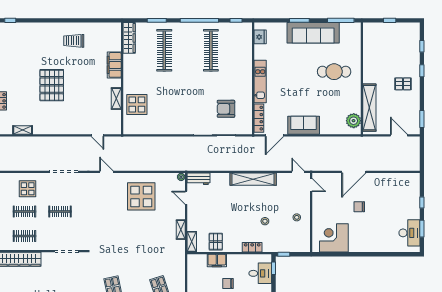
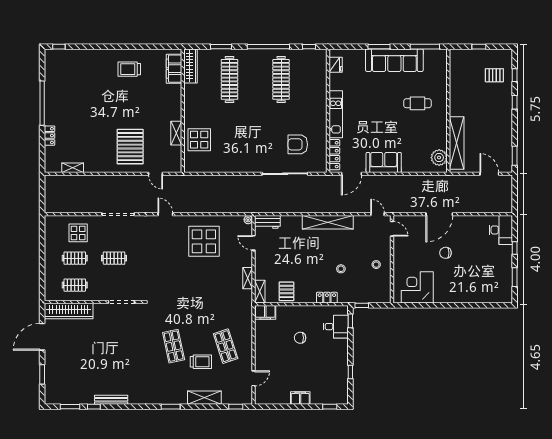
filing cabinet: (114, 65) -> (174, 69), moved
cafe table: (334, 72) -> (418, 103), width x0.73, depth x0.74
pallet: (403, 84) -> (494, 75), moved
pallet: (52, 85) -> (130, 147), moved
desk: (409, 233) -> (501, 230), moved
filing cabinet: (217, 261) -> (265, 312), moved

